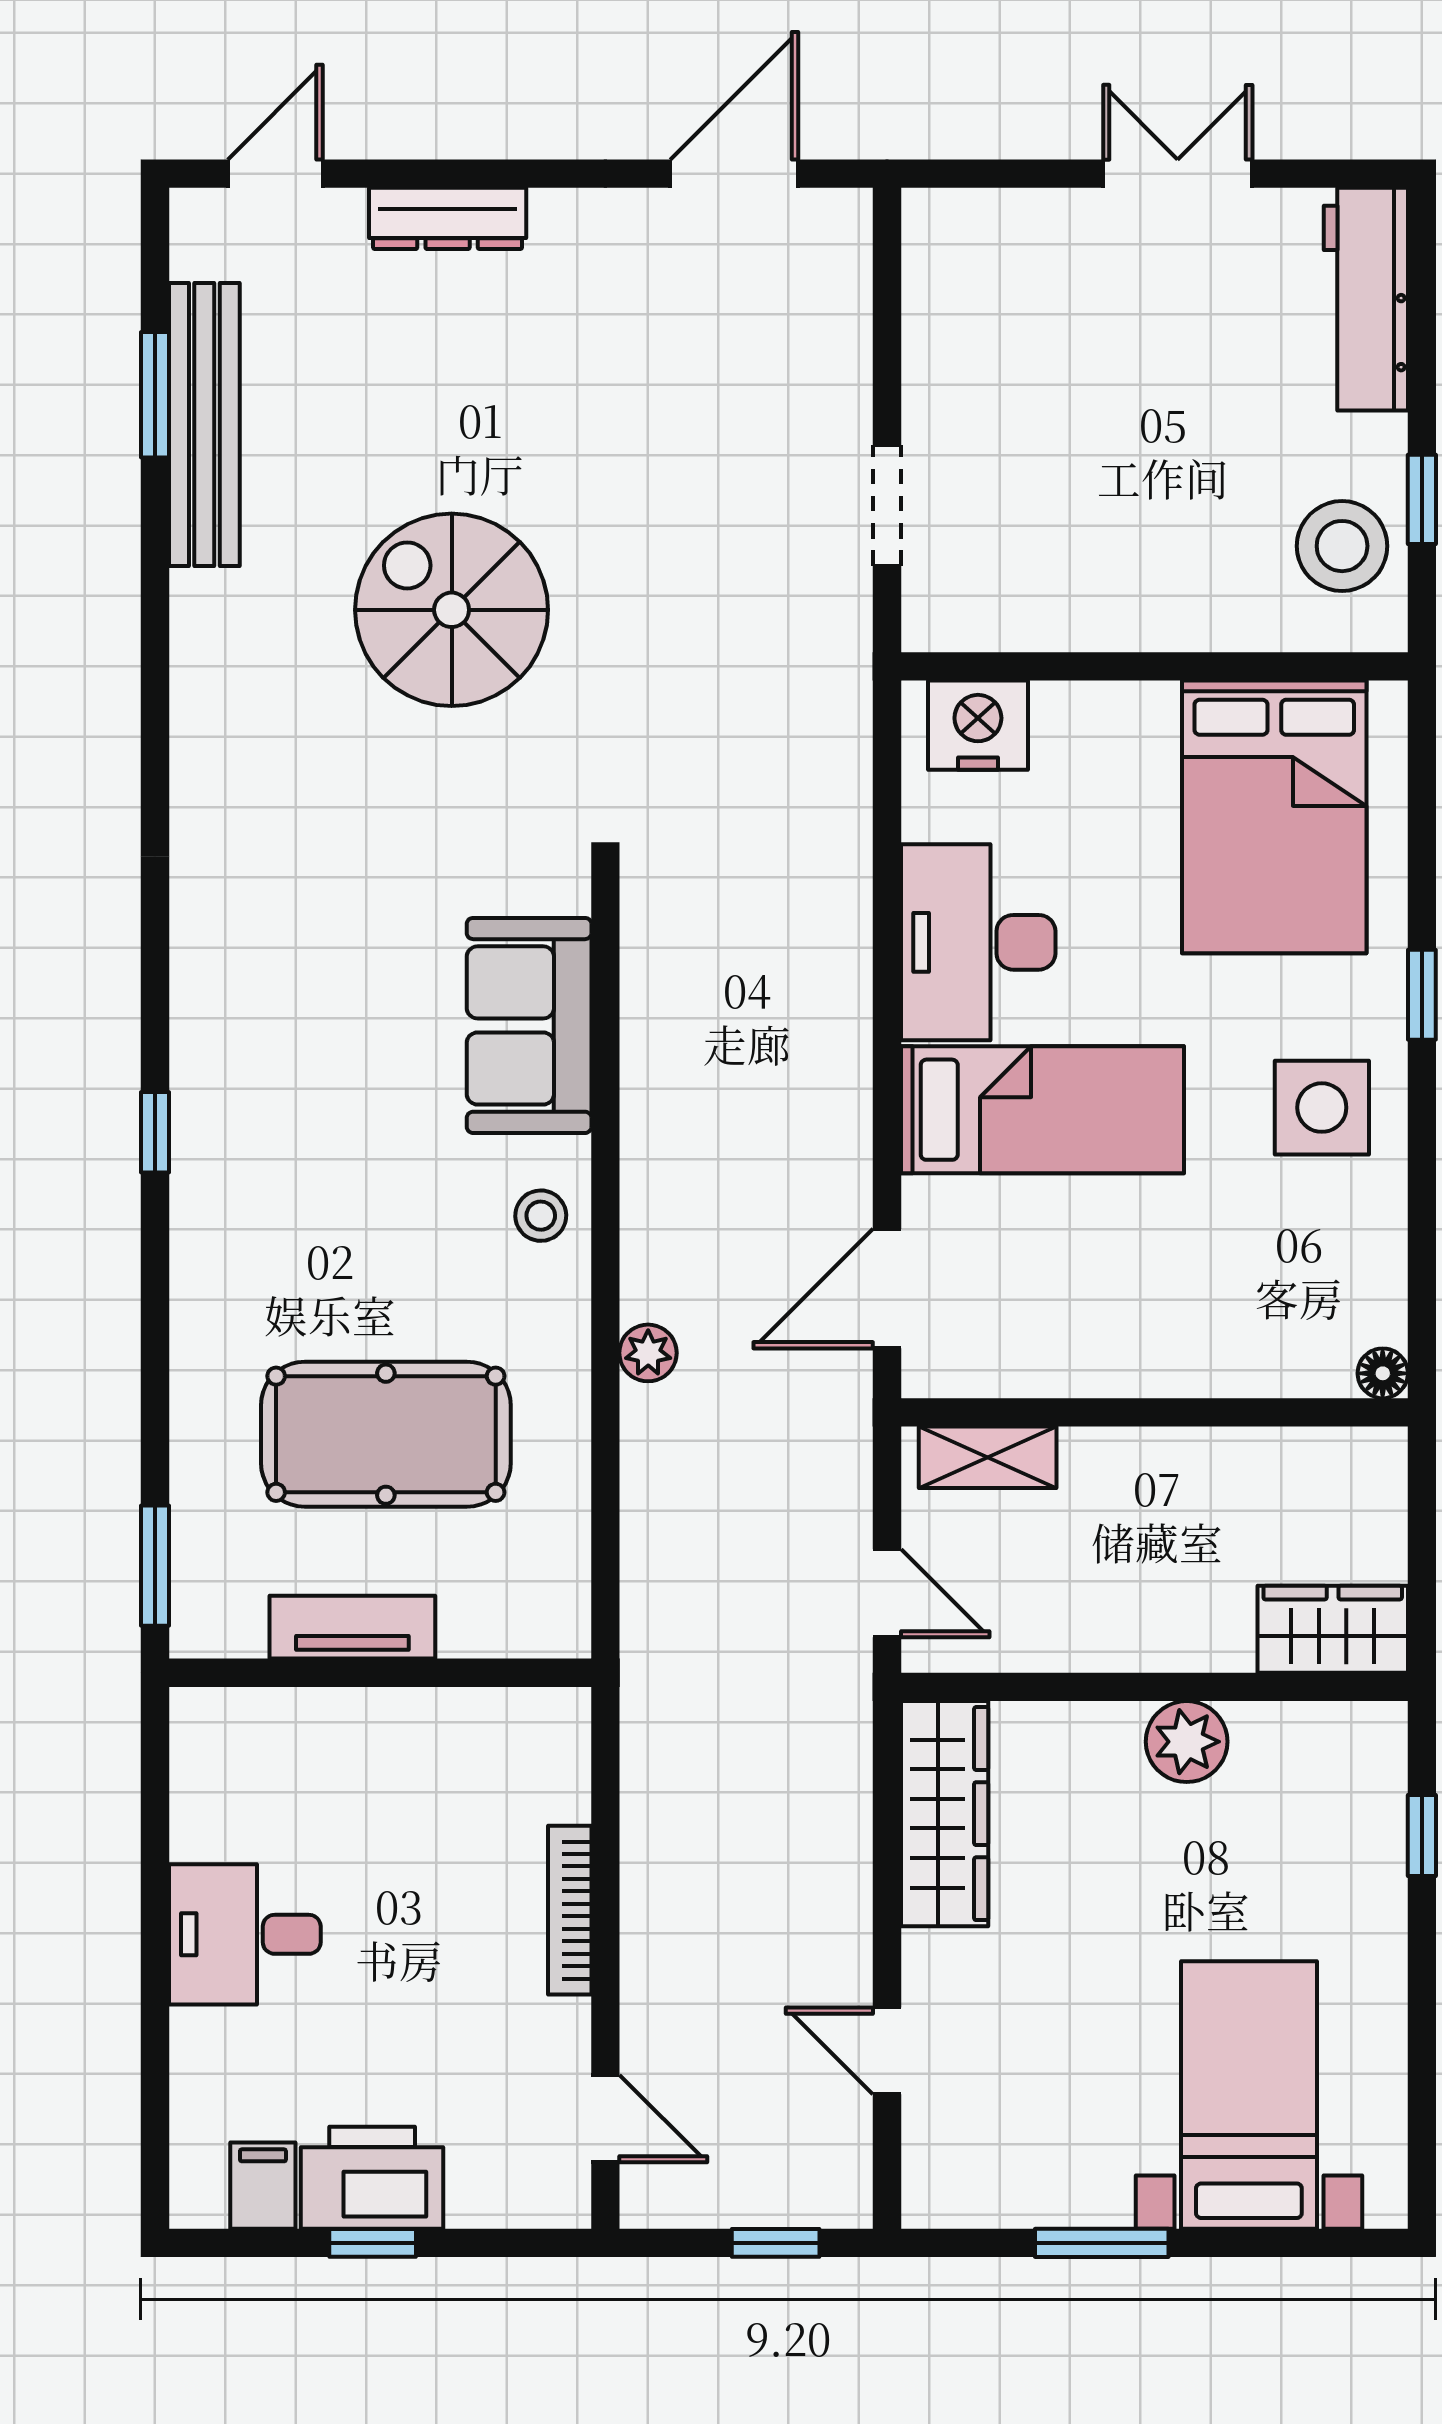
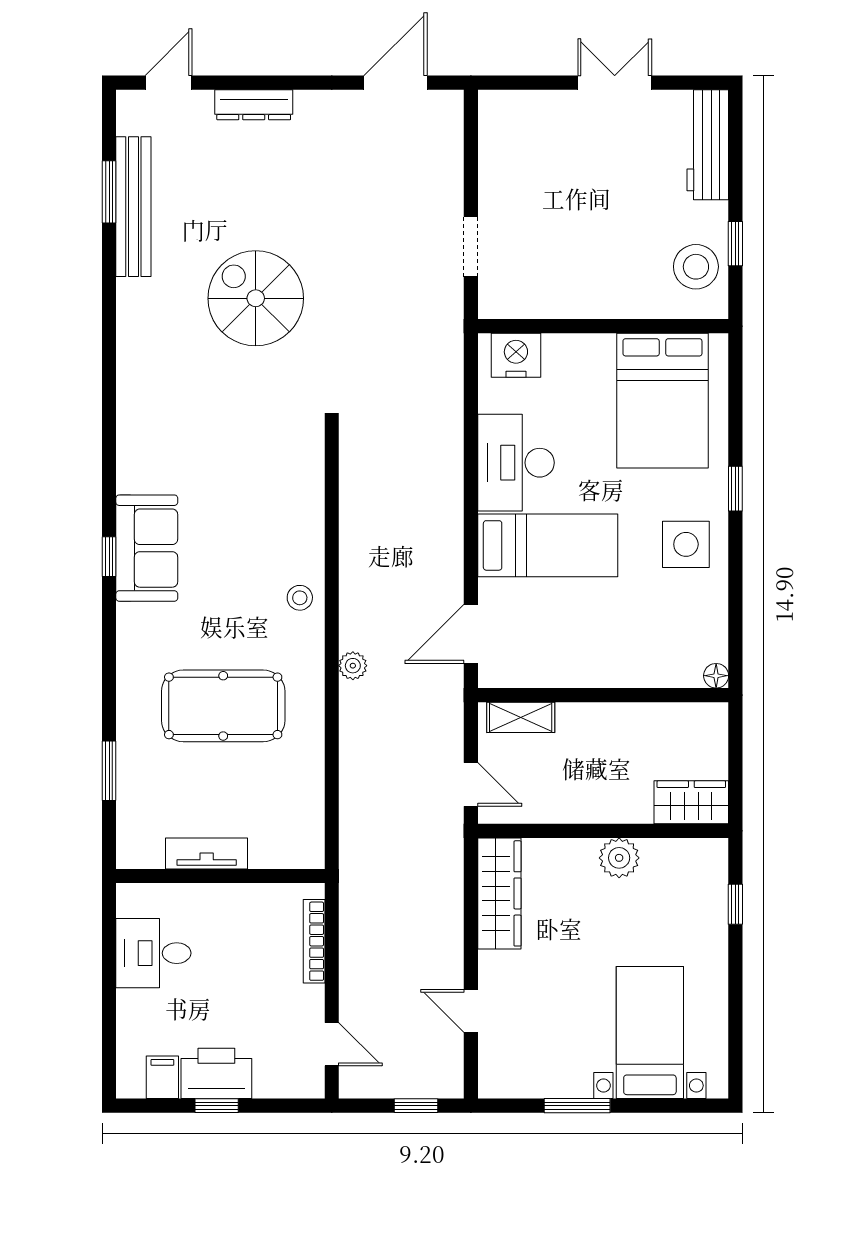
sofa: (529, 1025) -> (147, 548), moved, turned 180
tv unit: (352, 1627) -> (207, 853), moved
wall: (380, 1673) -> (220, 876), moved

